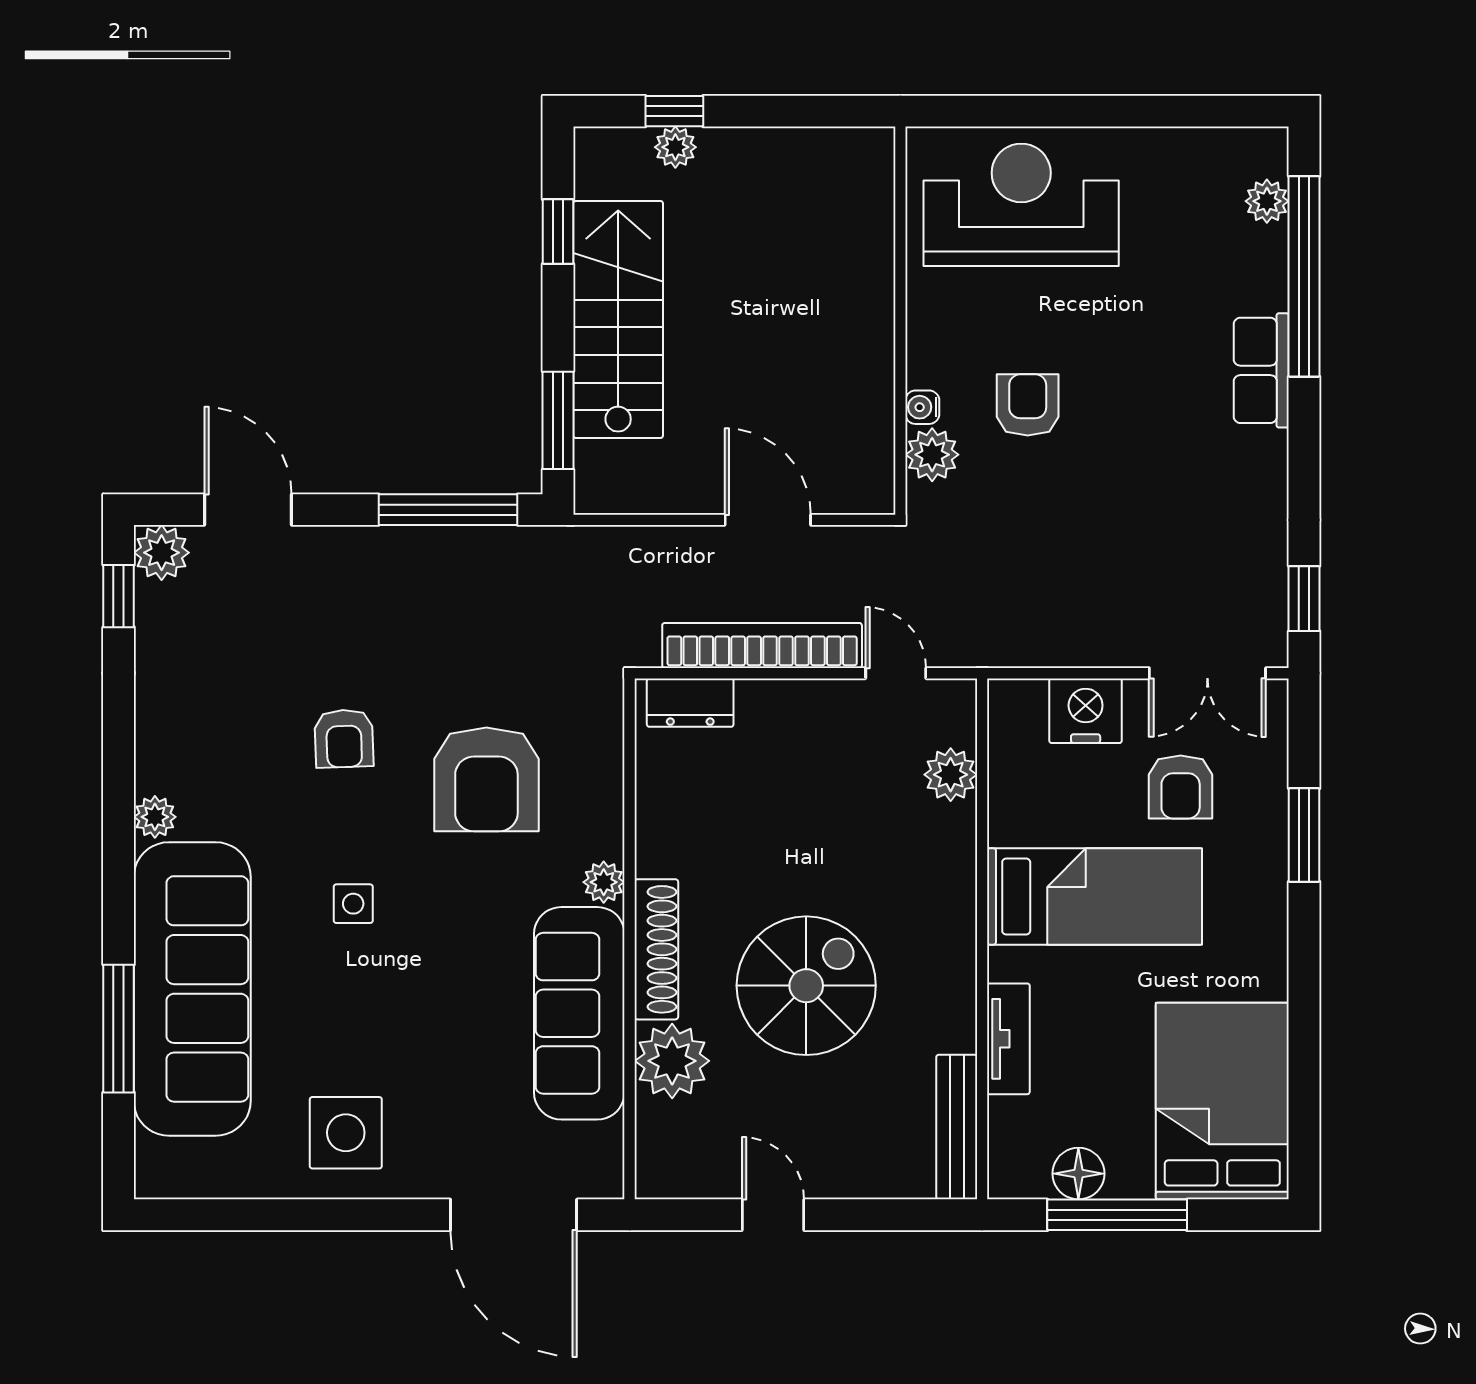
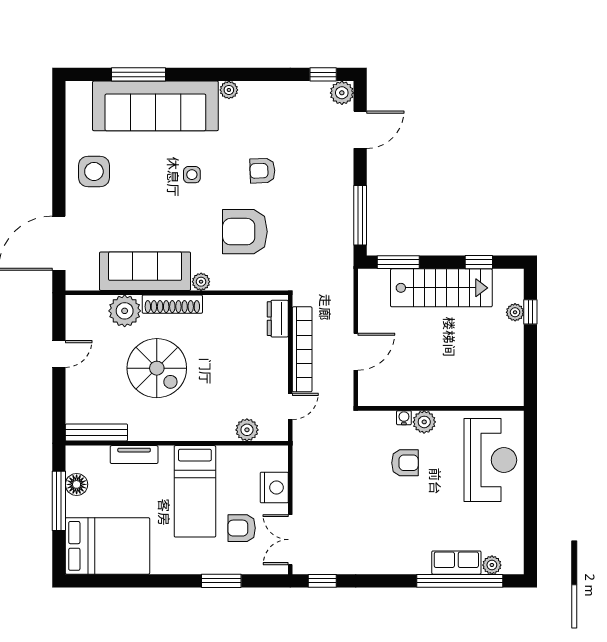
row of seats: (1261, 370) -> (456, 563), moved
plant: (932, 455) -> (424, 422), moved

